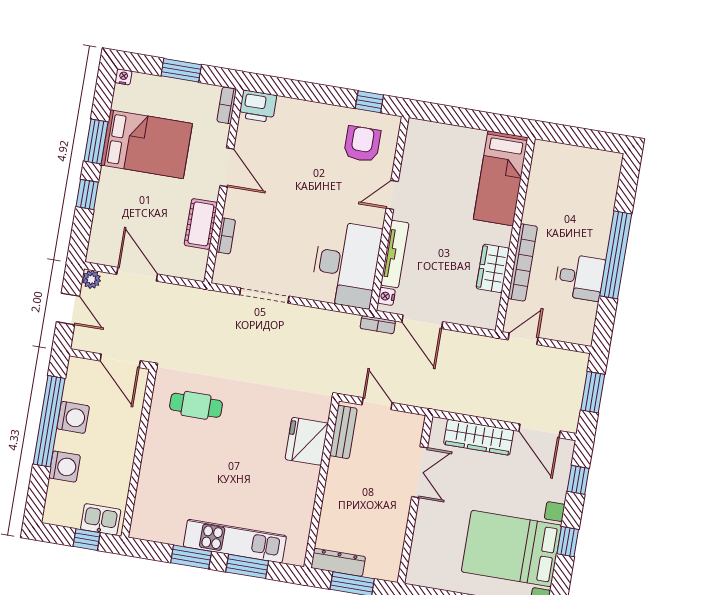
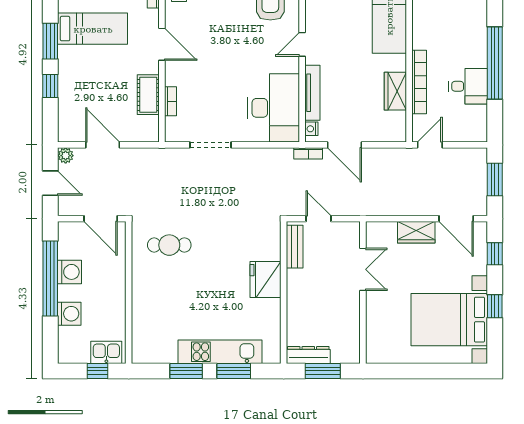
bed: (147, 144) -> (93, 29), width x0.67
wardrobe: (479, 437) -> (416, 232), width x0.67
fridge: (307, 441) -> (266, 279), moved

